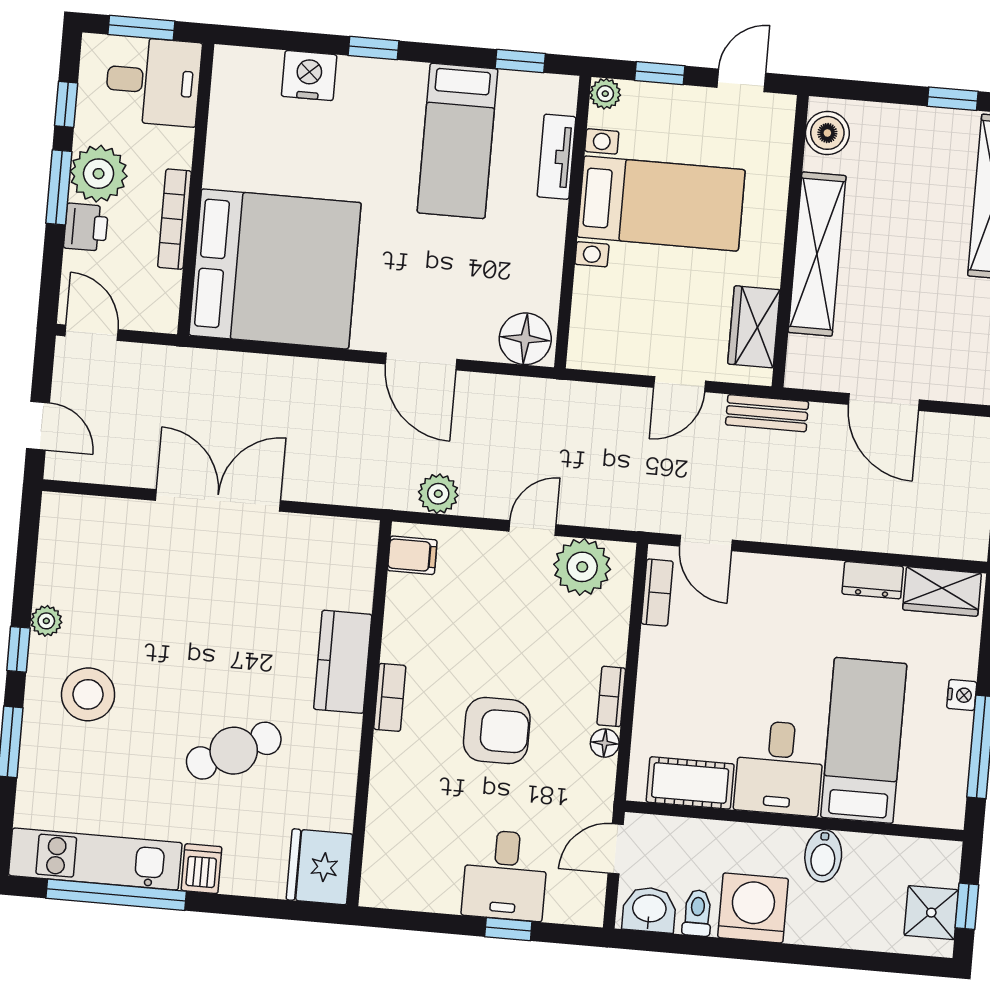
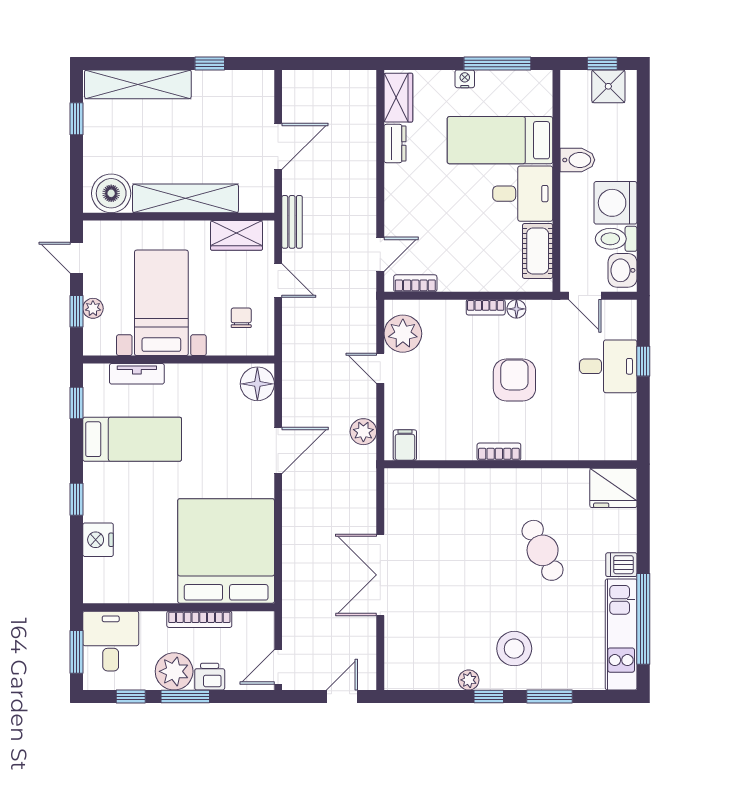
plant: (605, 94) -> (93, 308), moved
boiler: (827, 133) -> (111, 193), width x1.37, depth x1.37
chair: (628, 323) -> (241, 318), added
kitchen counter: (343, 662) -> (478, 484), removed
toilet: (697, 913) -> (616, 239), width x1.37, depth x1.39

